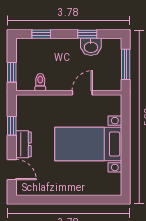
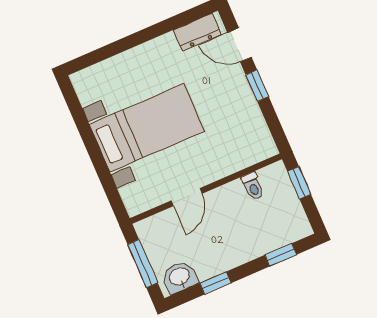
washbasin: (91, 47) -> (180, 277), moved
window: (12, 126) -> (257, 86), moved
dresser: (23, 144) -> (197, 32), moved, turned -90

